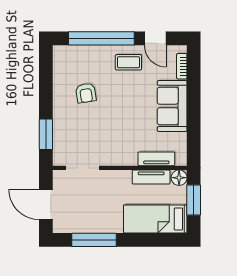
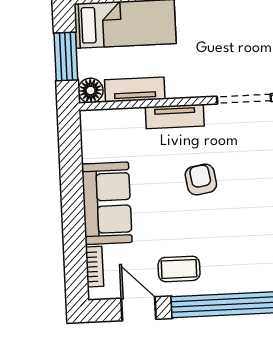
armchair: (86, 93) -> (201, 180), moved
tv unit: (156, 159) -> (175, 116), moved

